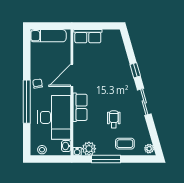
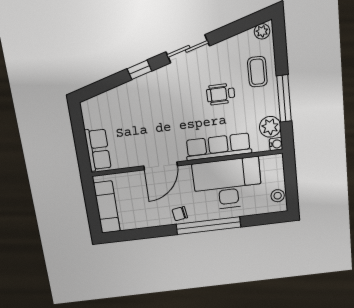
door: (72, 75) -> (161, 166), hinge flipped
row of seats: (80, 107) -> (218, 147), width x1.48
washbasin: (66, 146) -> (269, 161), removed

